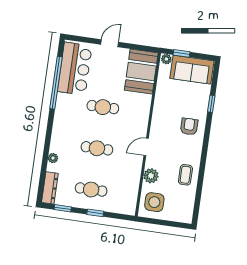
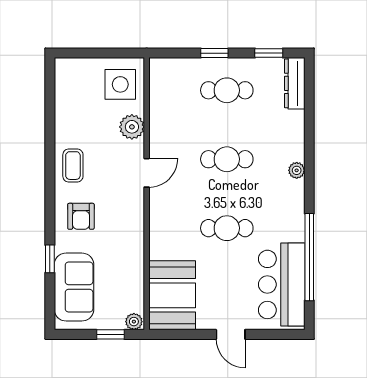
door: (110, 43) -> (231, 334), hinge flipped
sofa: (192, 70) -> (74, 287), moved, turned 90
plant: (53, 158) -> (297, 170), moved
coffee table: (185, 175) -> (73, 166), moved

